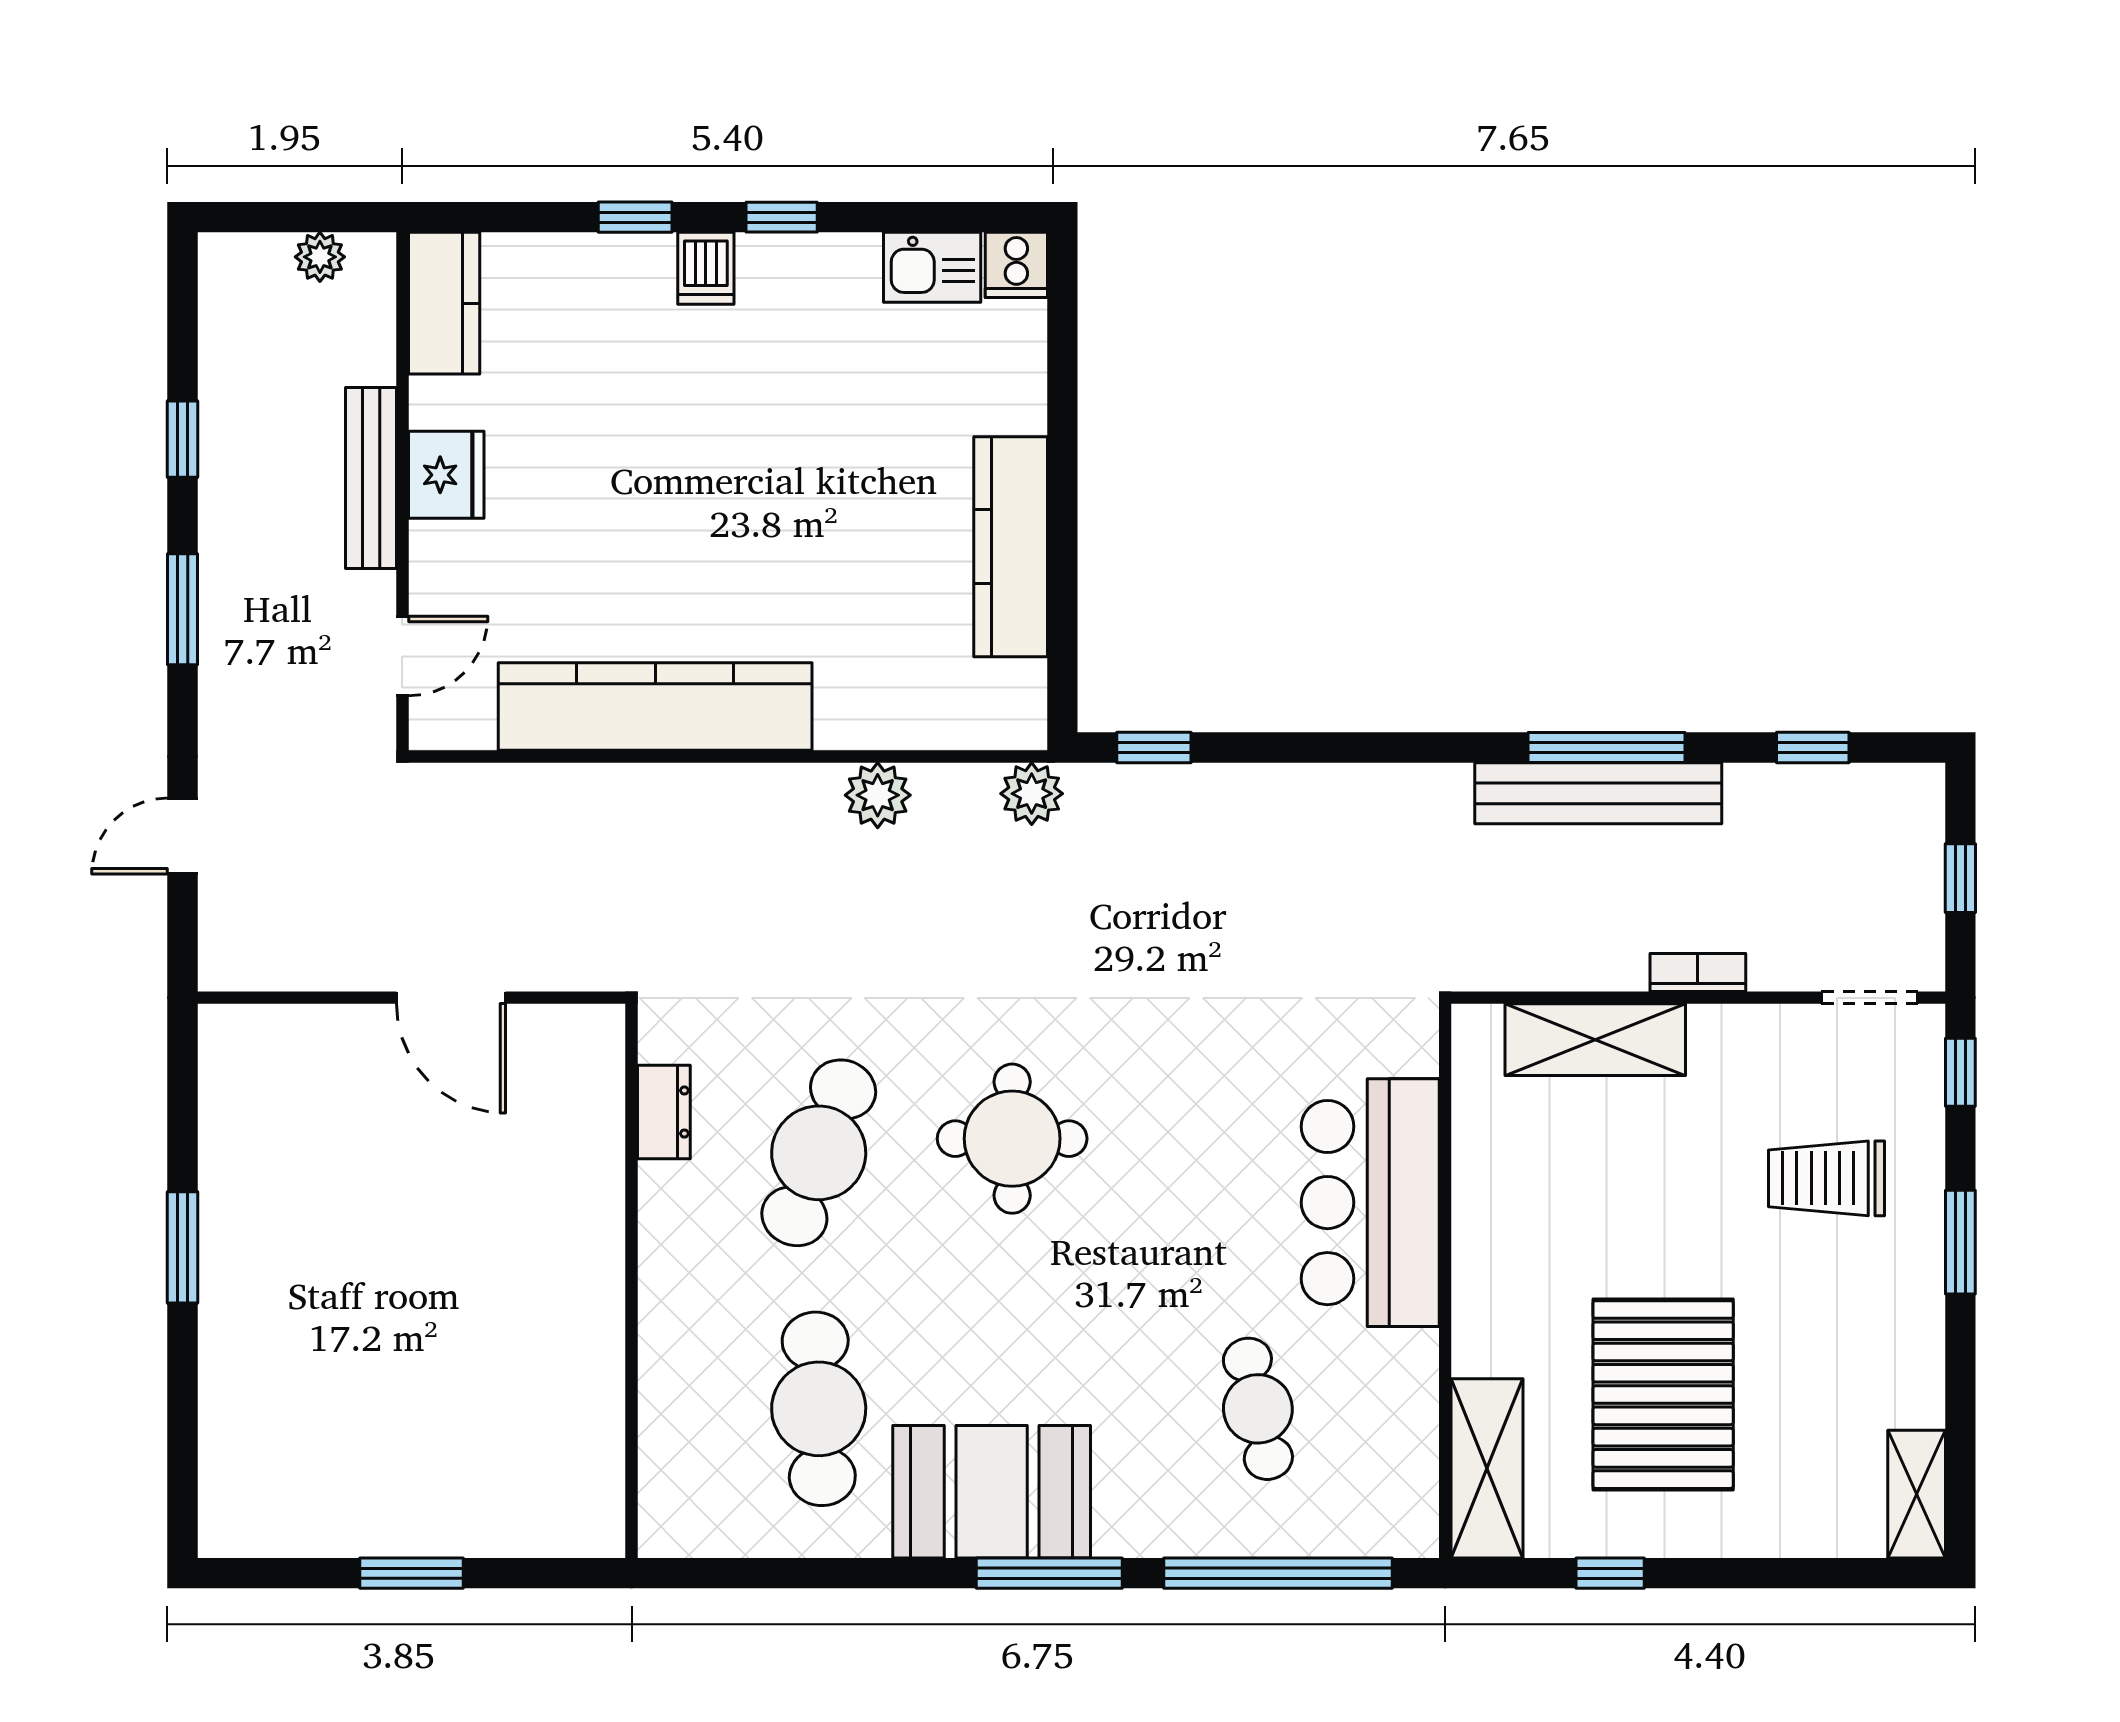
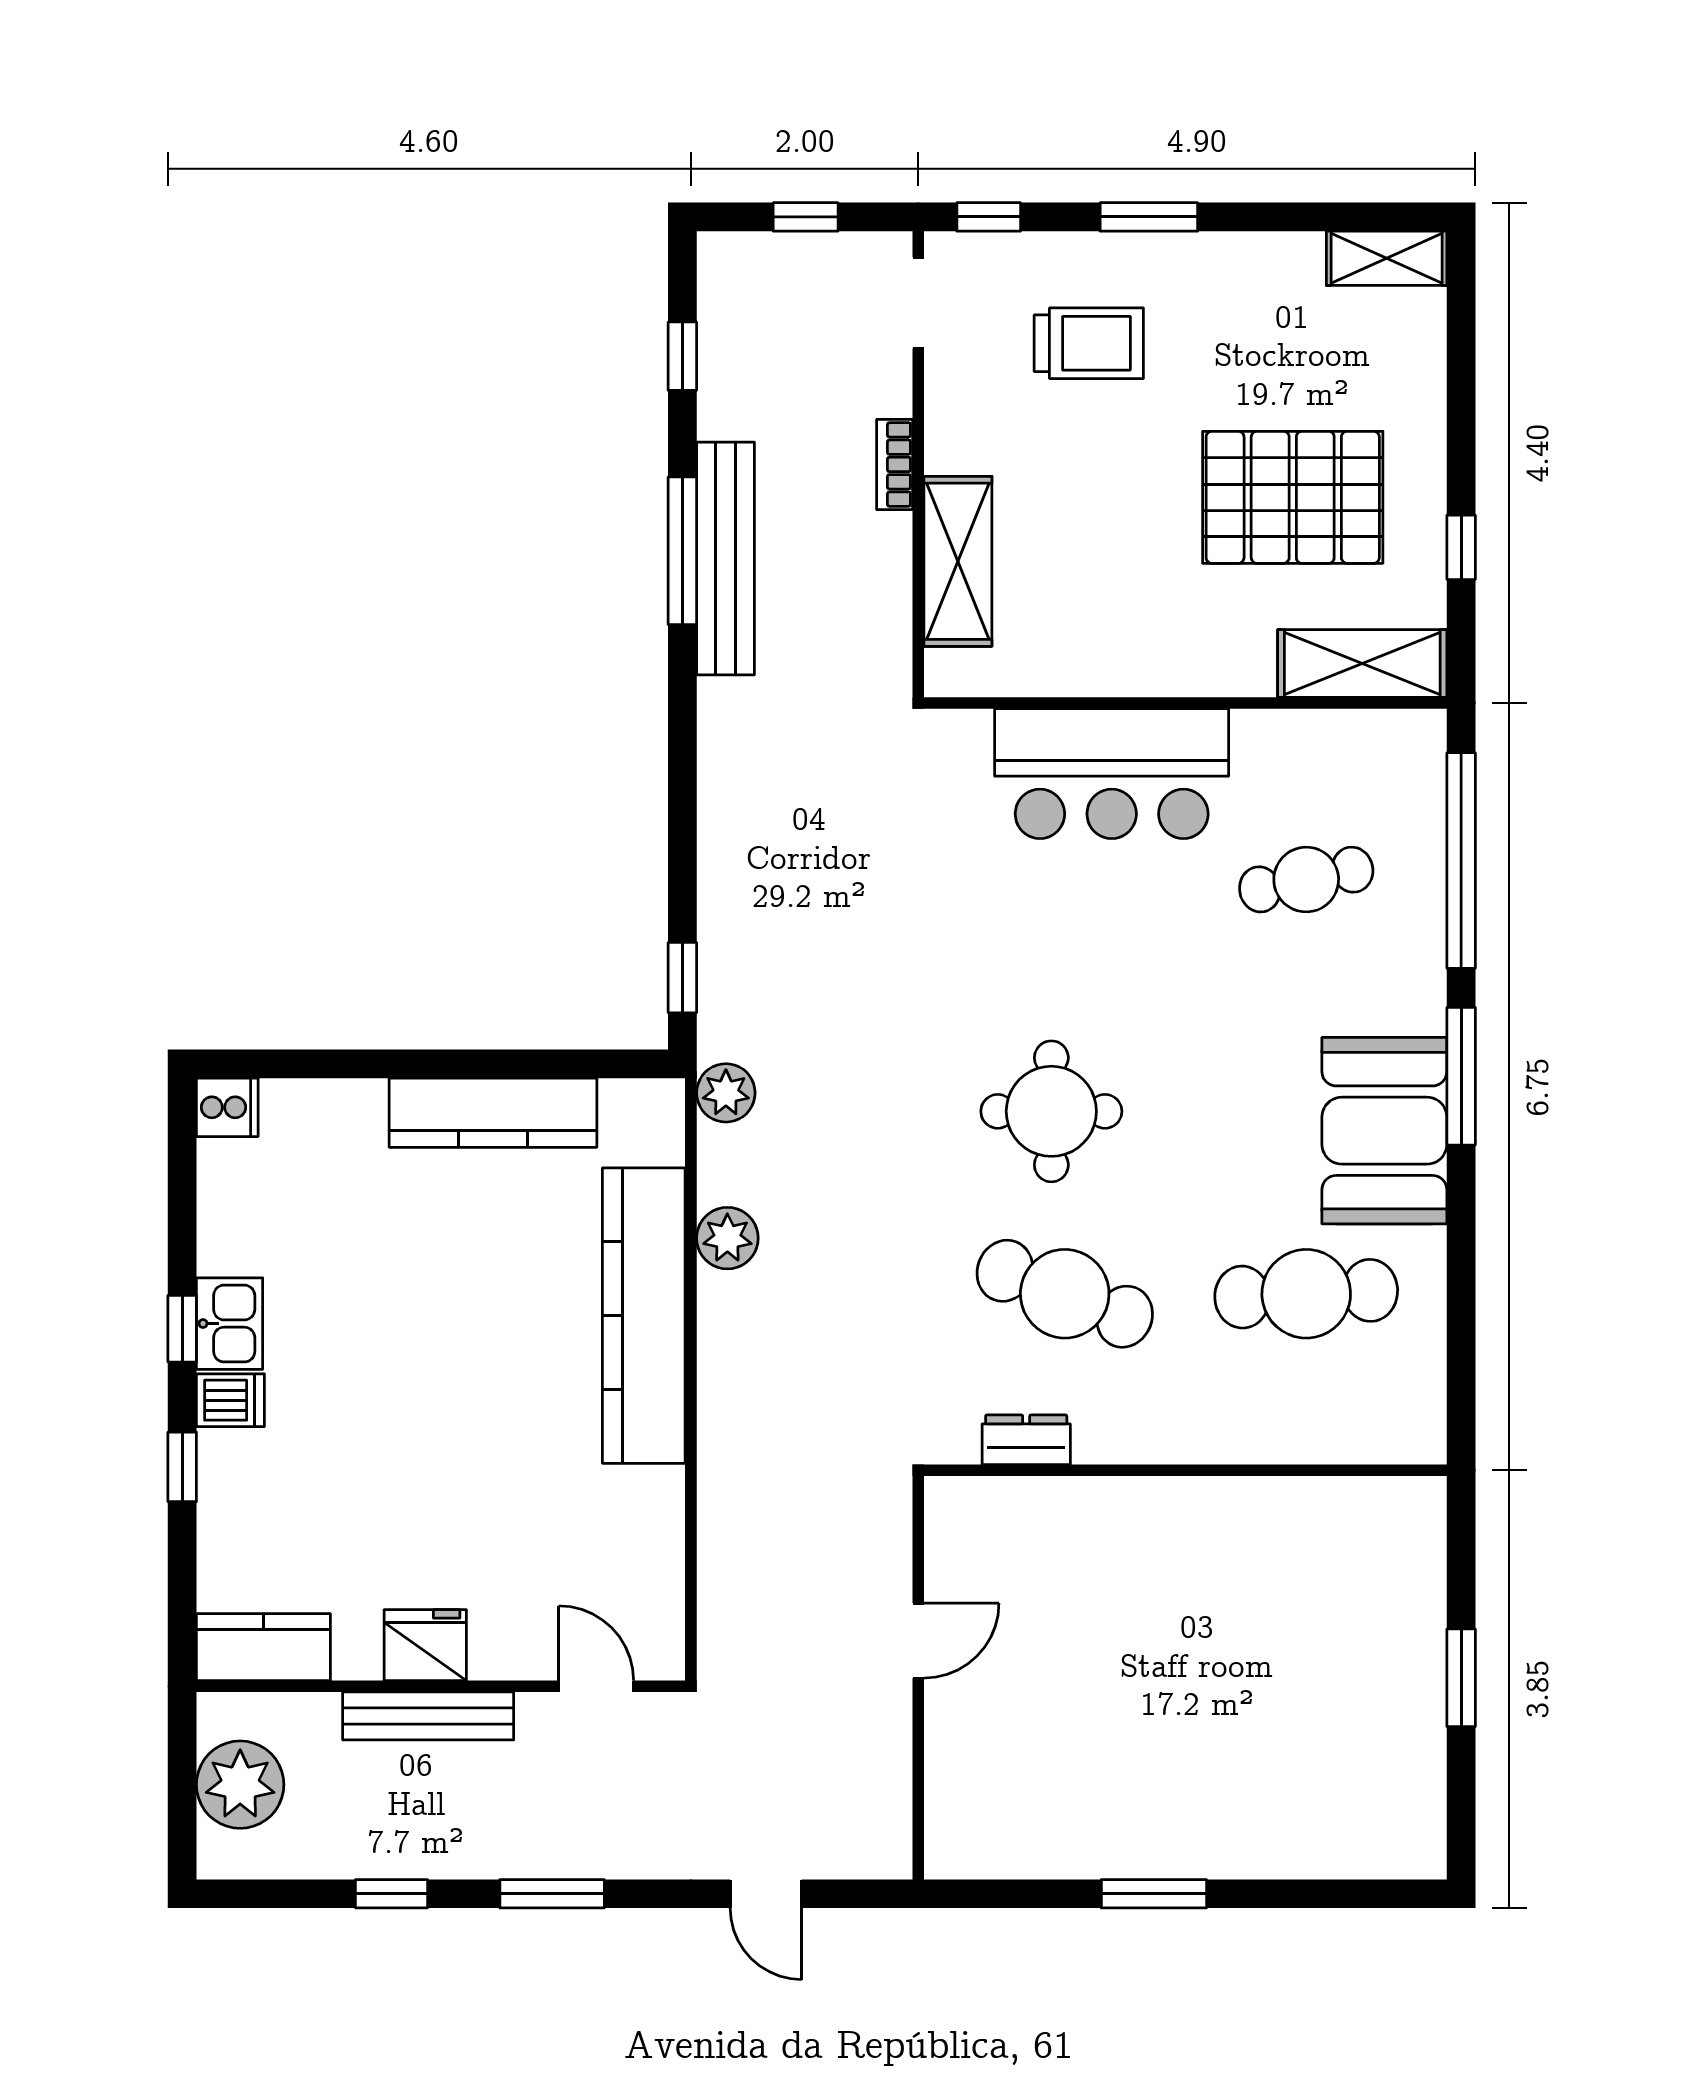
plant: (320, 257) -> (240, 1785), width x1.88, depth x1.88
kitchen sink: (932, 267) -> (230, 1324), moved
kitchen counter: (655, 707) -> (644, 1316), moved
door: (451, 998) -> (918, 1641), width x0.73
trolley: (1826, 1178) -> (1089, 343), turned -90

